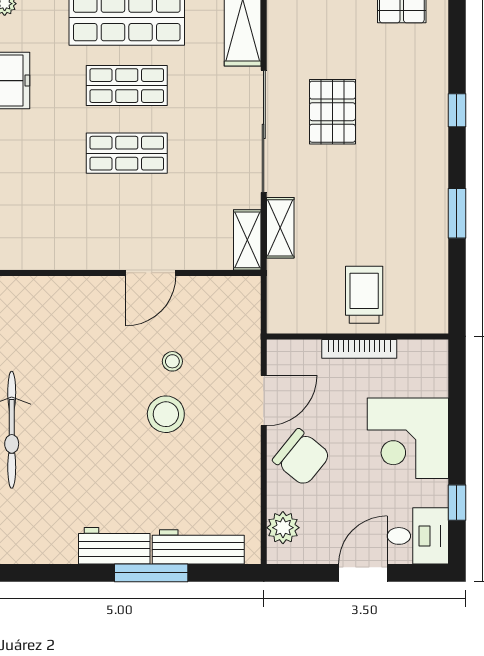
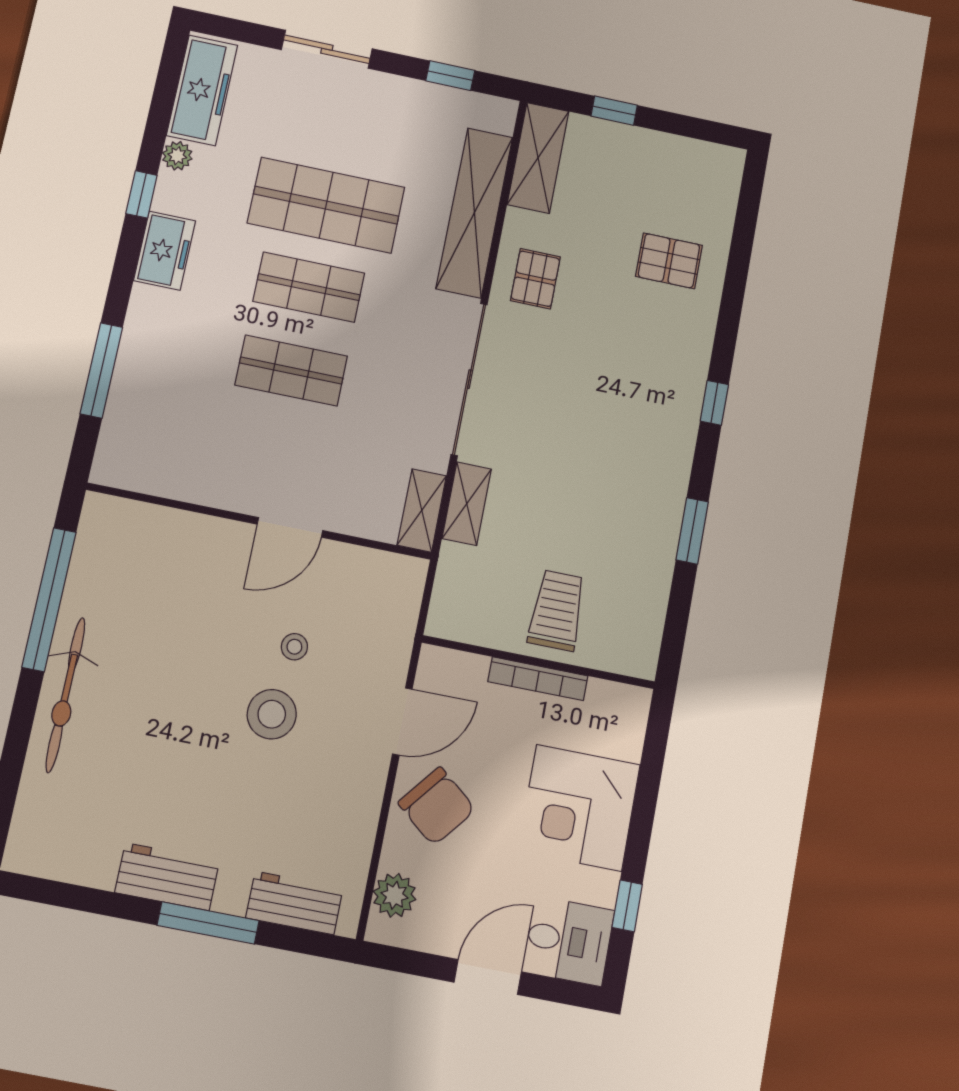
pallet: (332, 112) -> (535, 279), moved, width x0.67, depth x0.71
workbench: (198, 547) -> (294, 903), width x0.73

